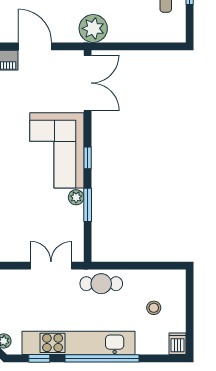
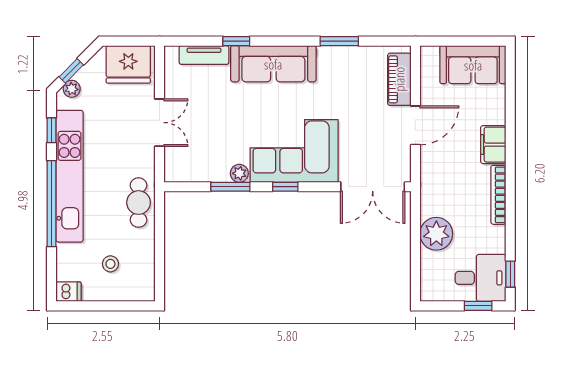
plant: (93, 28) -> (436, 234), moved
double door: (51, 266) -> (160, 123), moved

